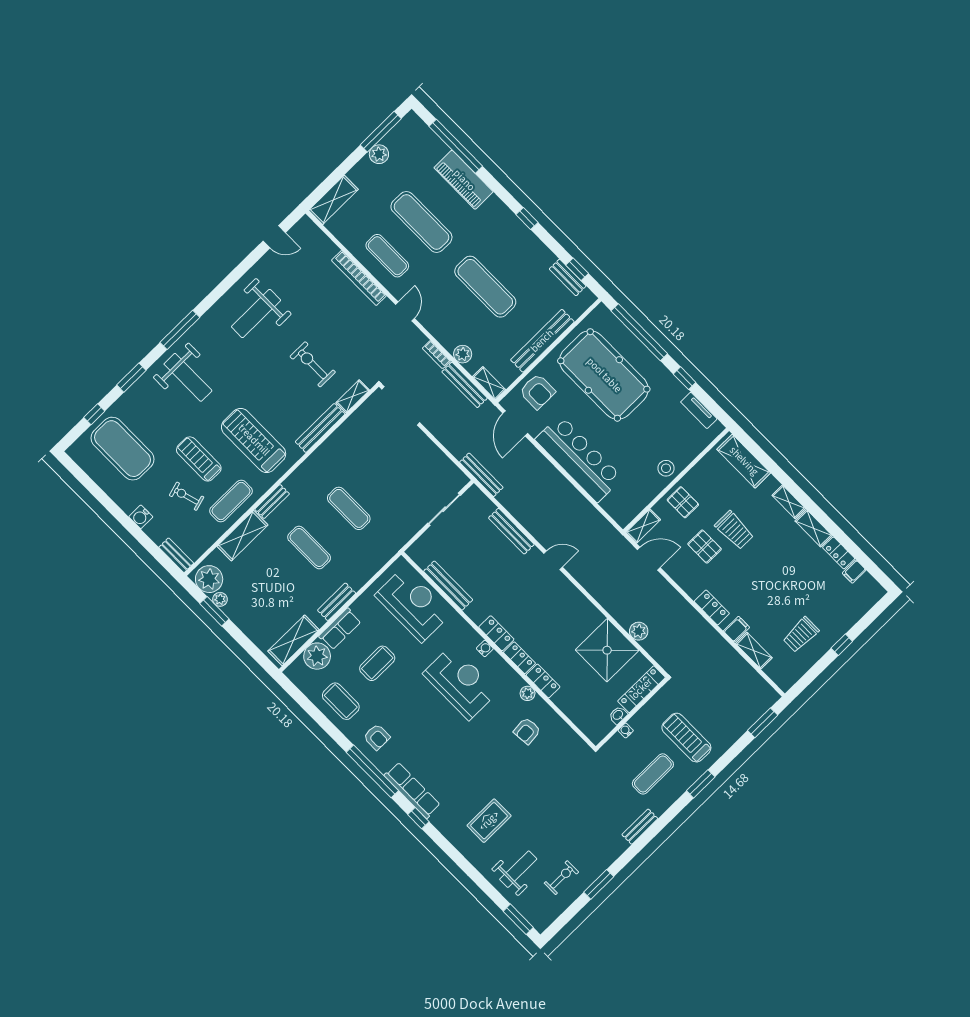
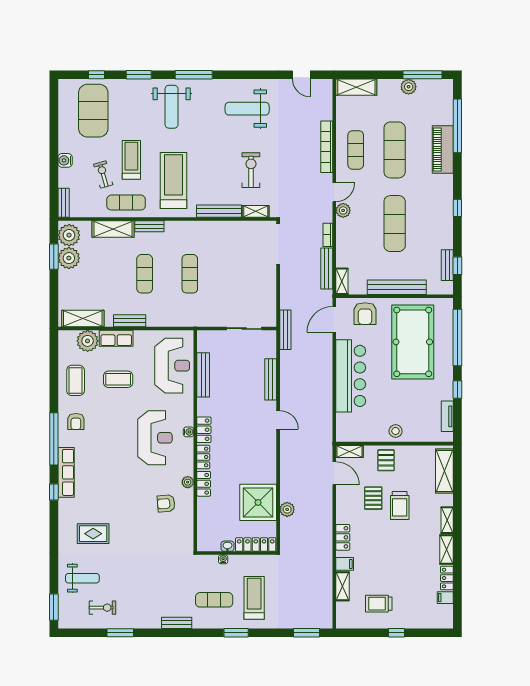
plant: (463, 354) -> (343, 210), moved
plant: (220, 599) -> (69, 258), width x1.87, depth x1.87

